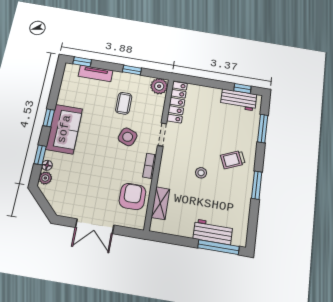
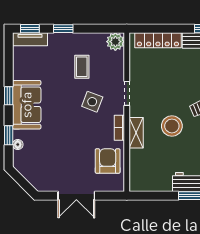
window: (132, 70) -> (63, 29), moved
tv unit: (96, 73) -> (30, 39), moved
locker: (177, 102) -> (158, 40), moved, turned 90
stool: (201, 173) -> (172, 126), width x1.89, depth x1.89
plant: (45, 178) -> (19, 157), removed
shelving: (160, 203) -> (136, 133), moved

